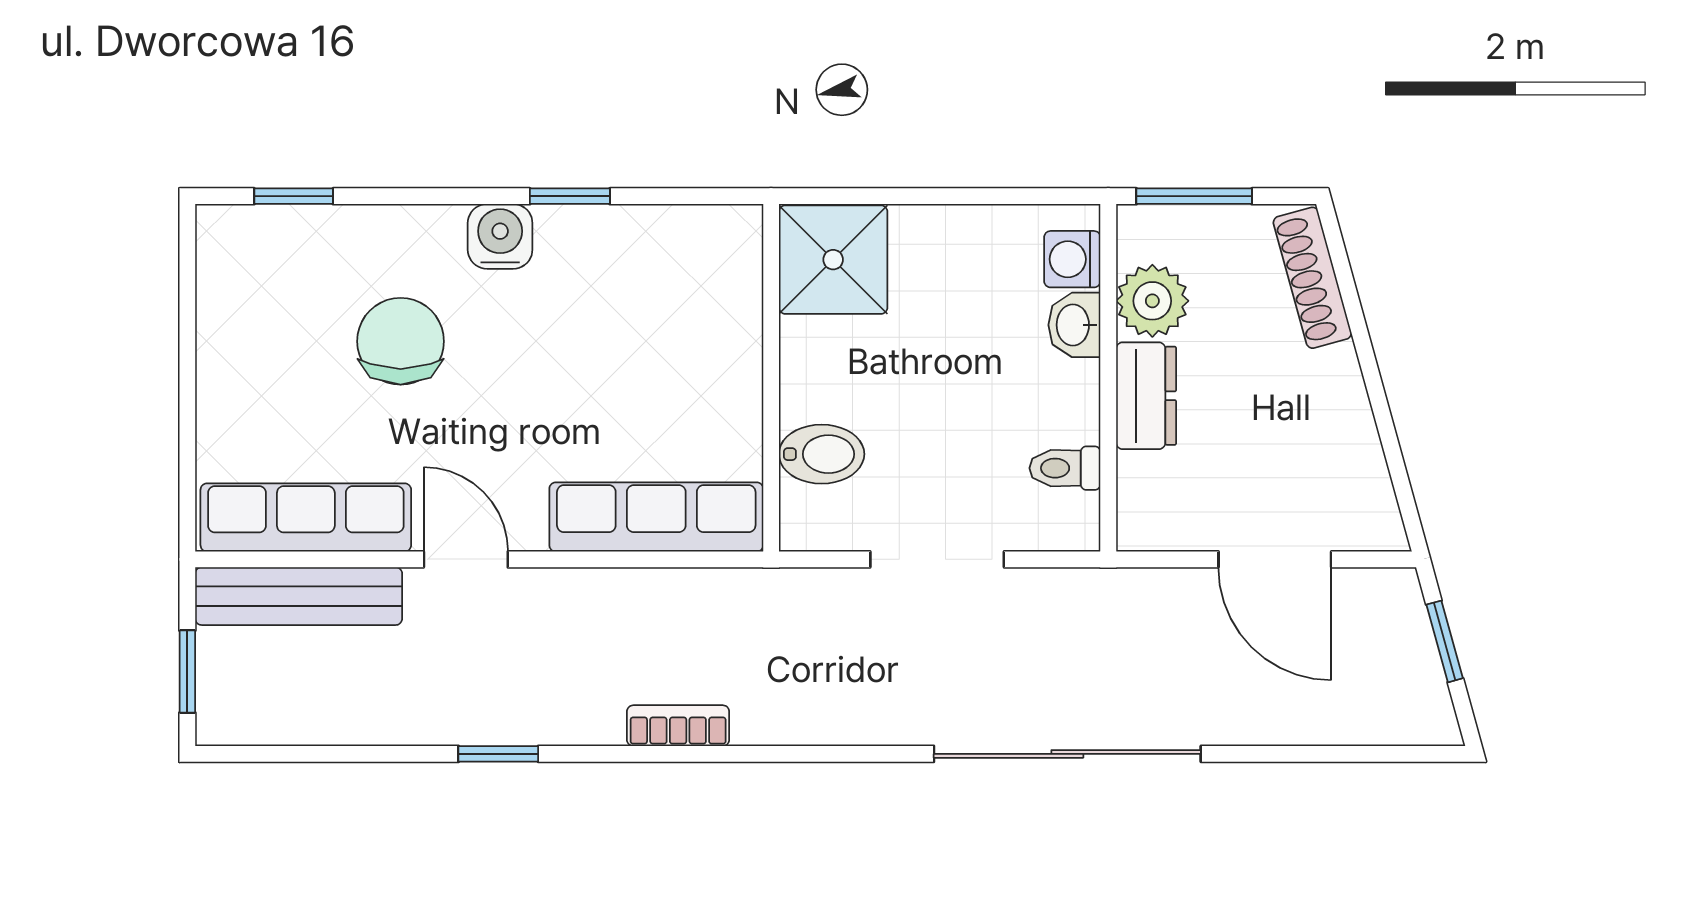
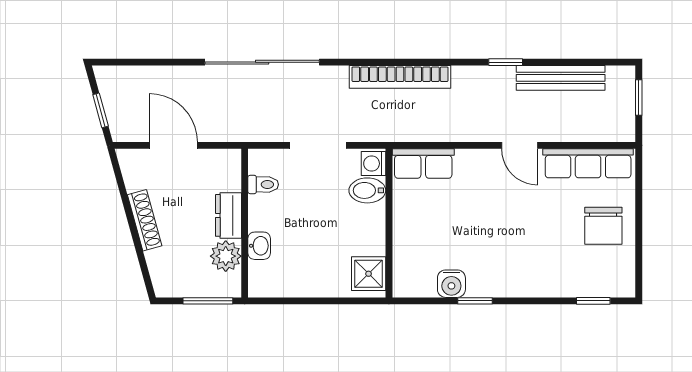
water cooler: (500, 236) -> (451, 284), moved
washing machine: (1072, 259) -> (374, 164), moved, turned 180
shower: (833, 260) -> (369, 274), width x0.73, depth x0.73
shoe rack: (1312, 278) -> (145, 220), moved
chair: (401, 341) -> (603, 226), moved
row of seats: (656, 517) -> (423, 164), width x0.68
bench: (299, 596) -> (561, 78), moved
bookcase: (678, 726) -> (400, 77), width x2.31, depth x1.31

